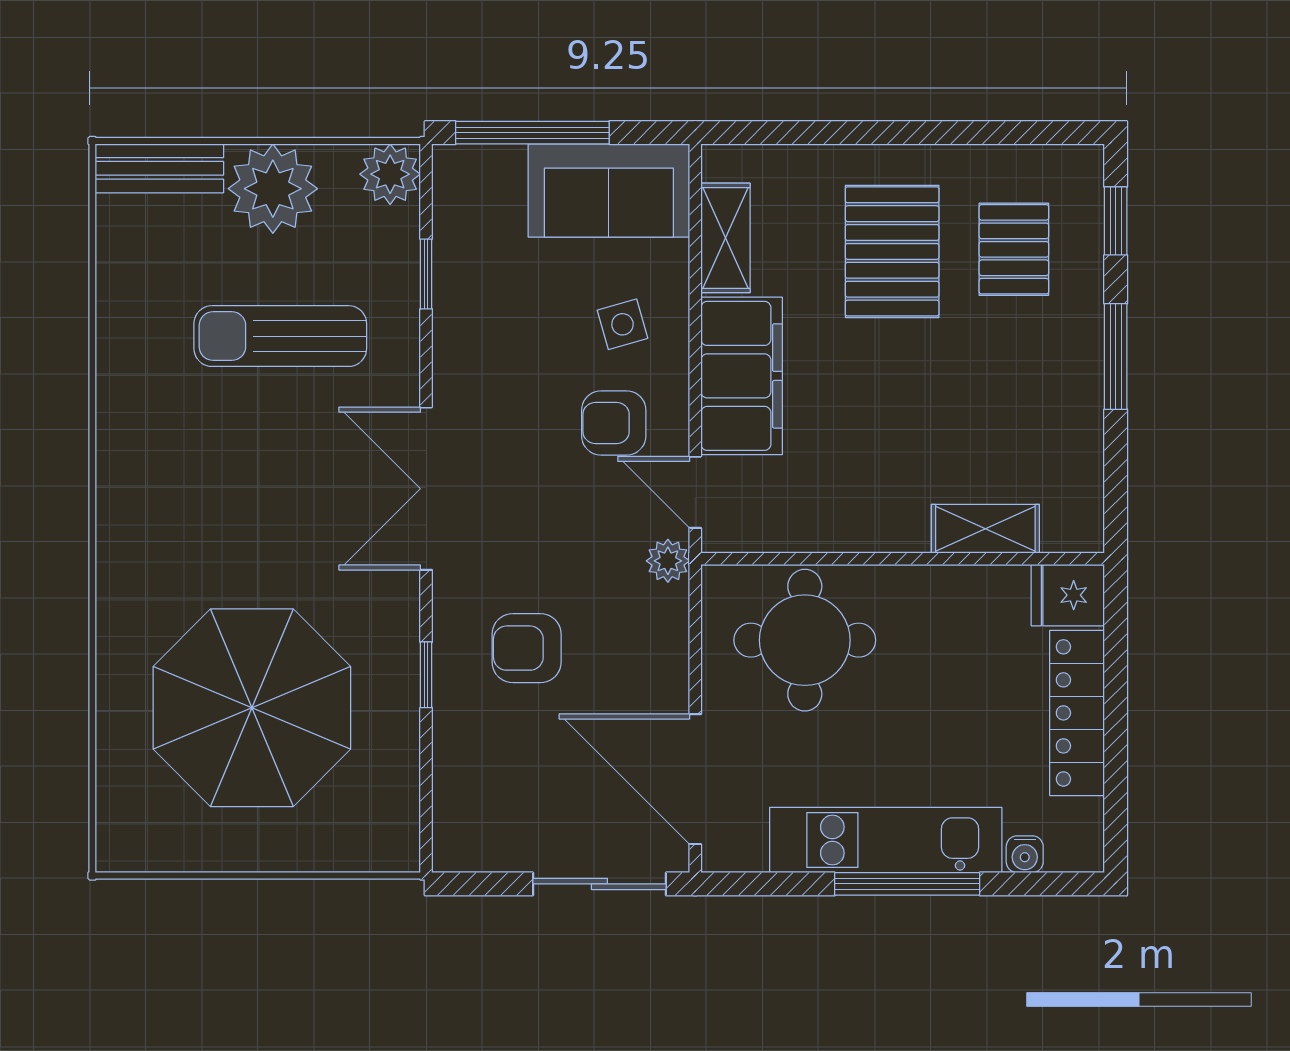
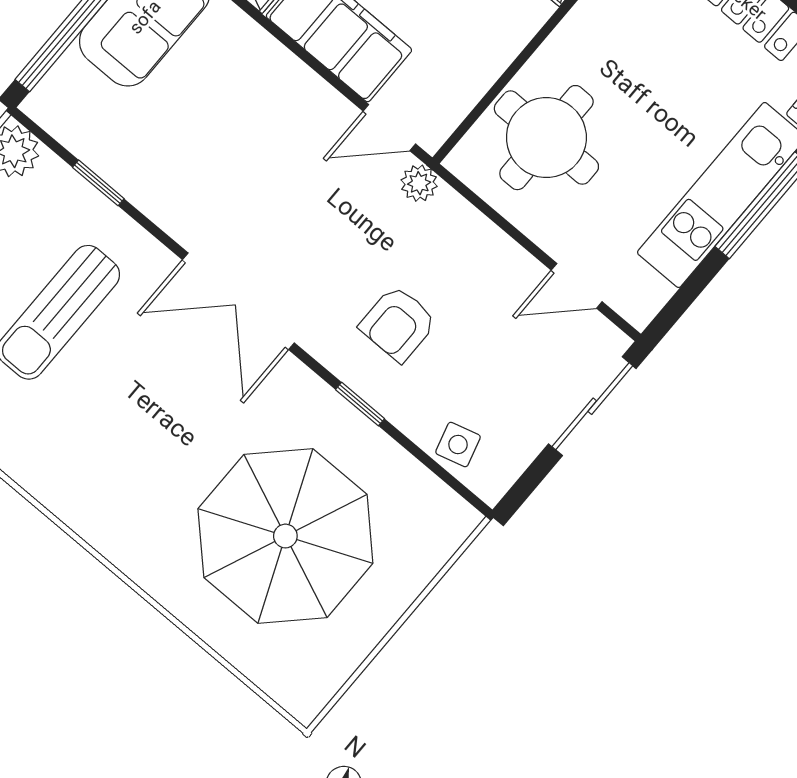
side table: (623, 324) -> (458, 445), moved
armchair: (614, 423) -> (299, 142), removed
door: (695, 779) -> (577, 286), width x0.53

